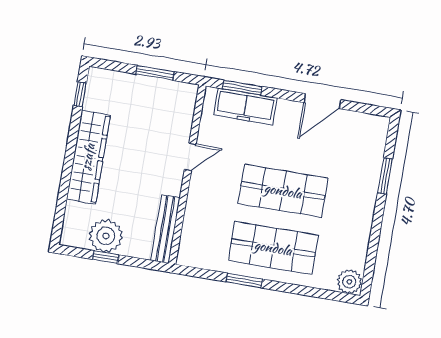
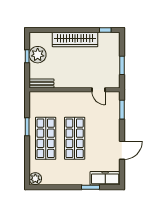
door: (322, 101) -> (122, 150), swing flipped
freezer: (245, 106) -> (105, 178), moved, turned 90
door: (190, 157) -> (98, 90), moved
bench: (165, 229) -> (42, 83), width x0.73

